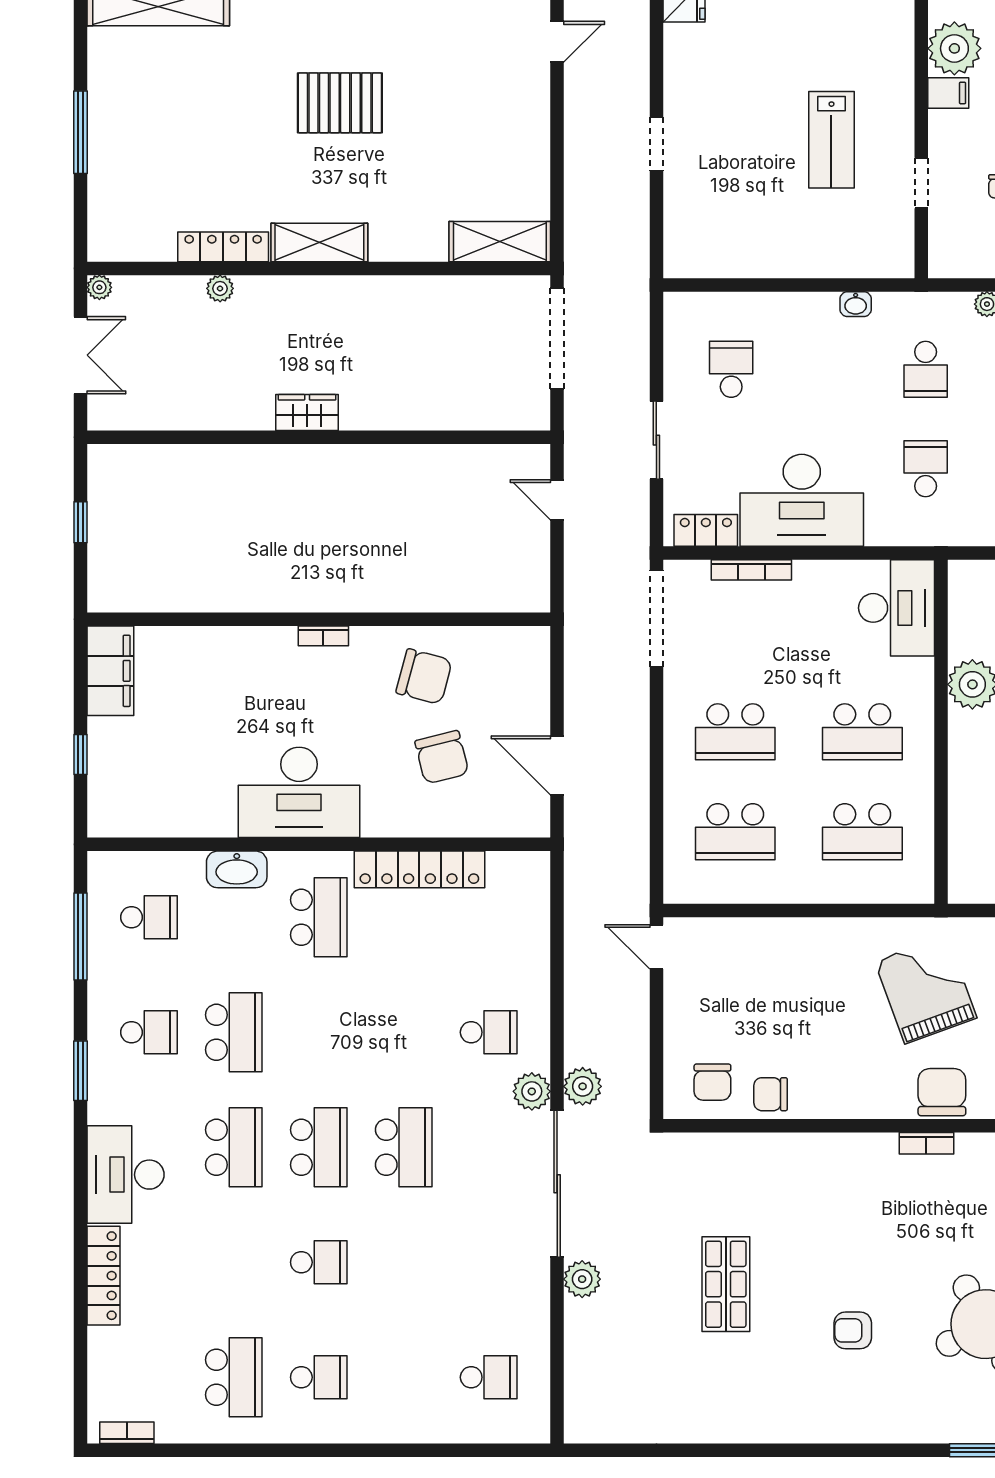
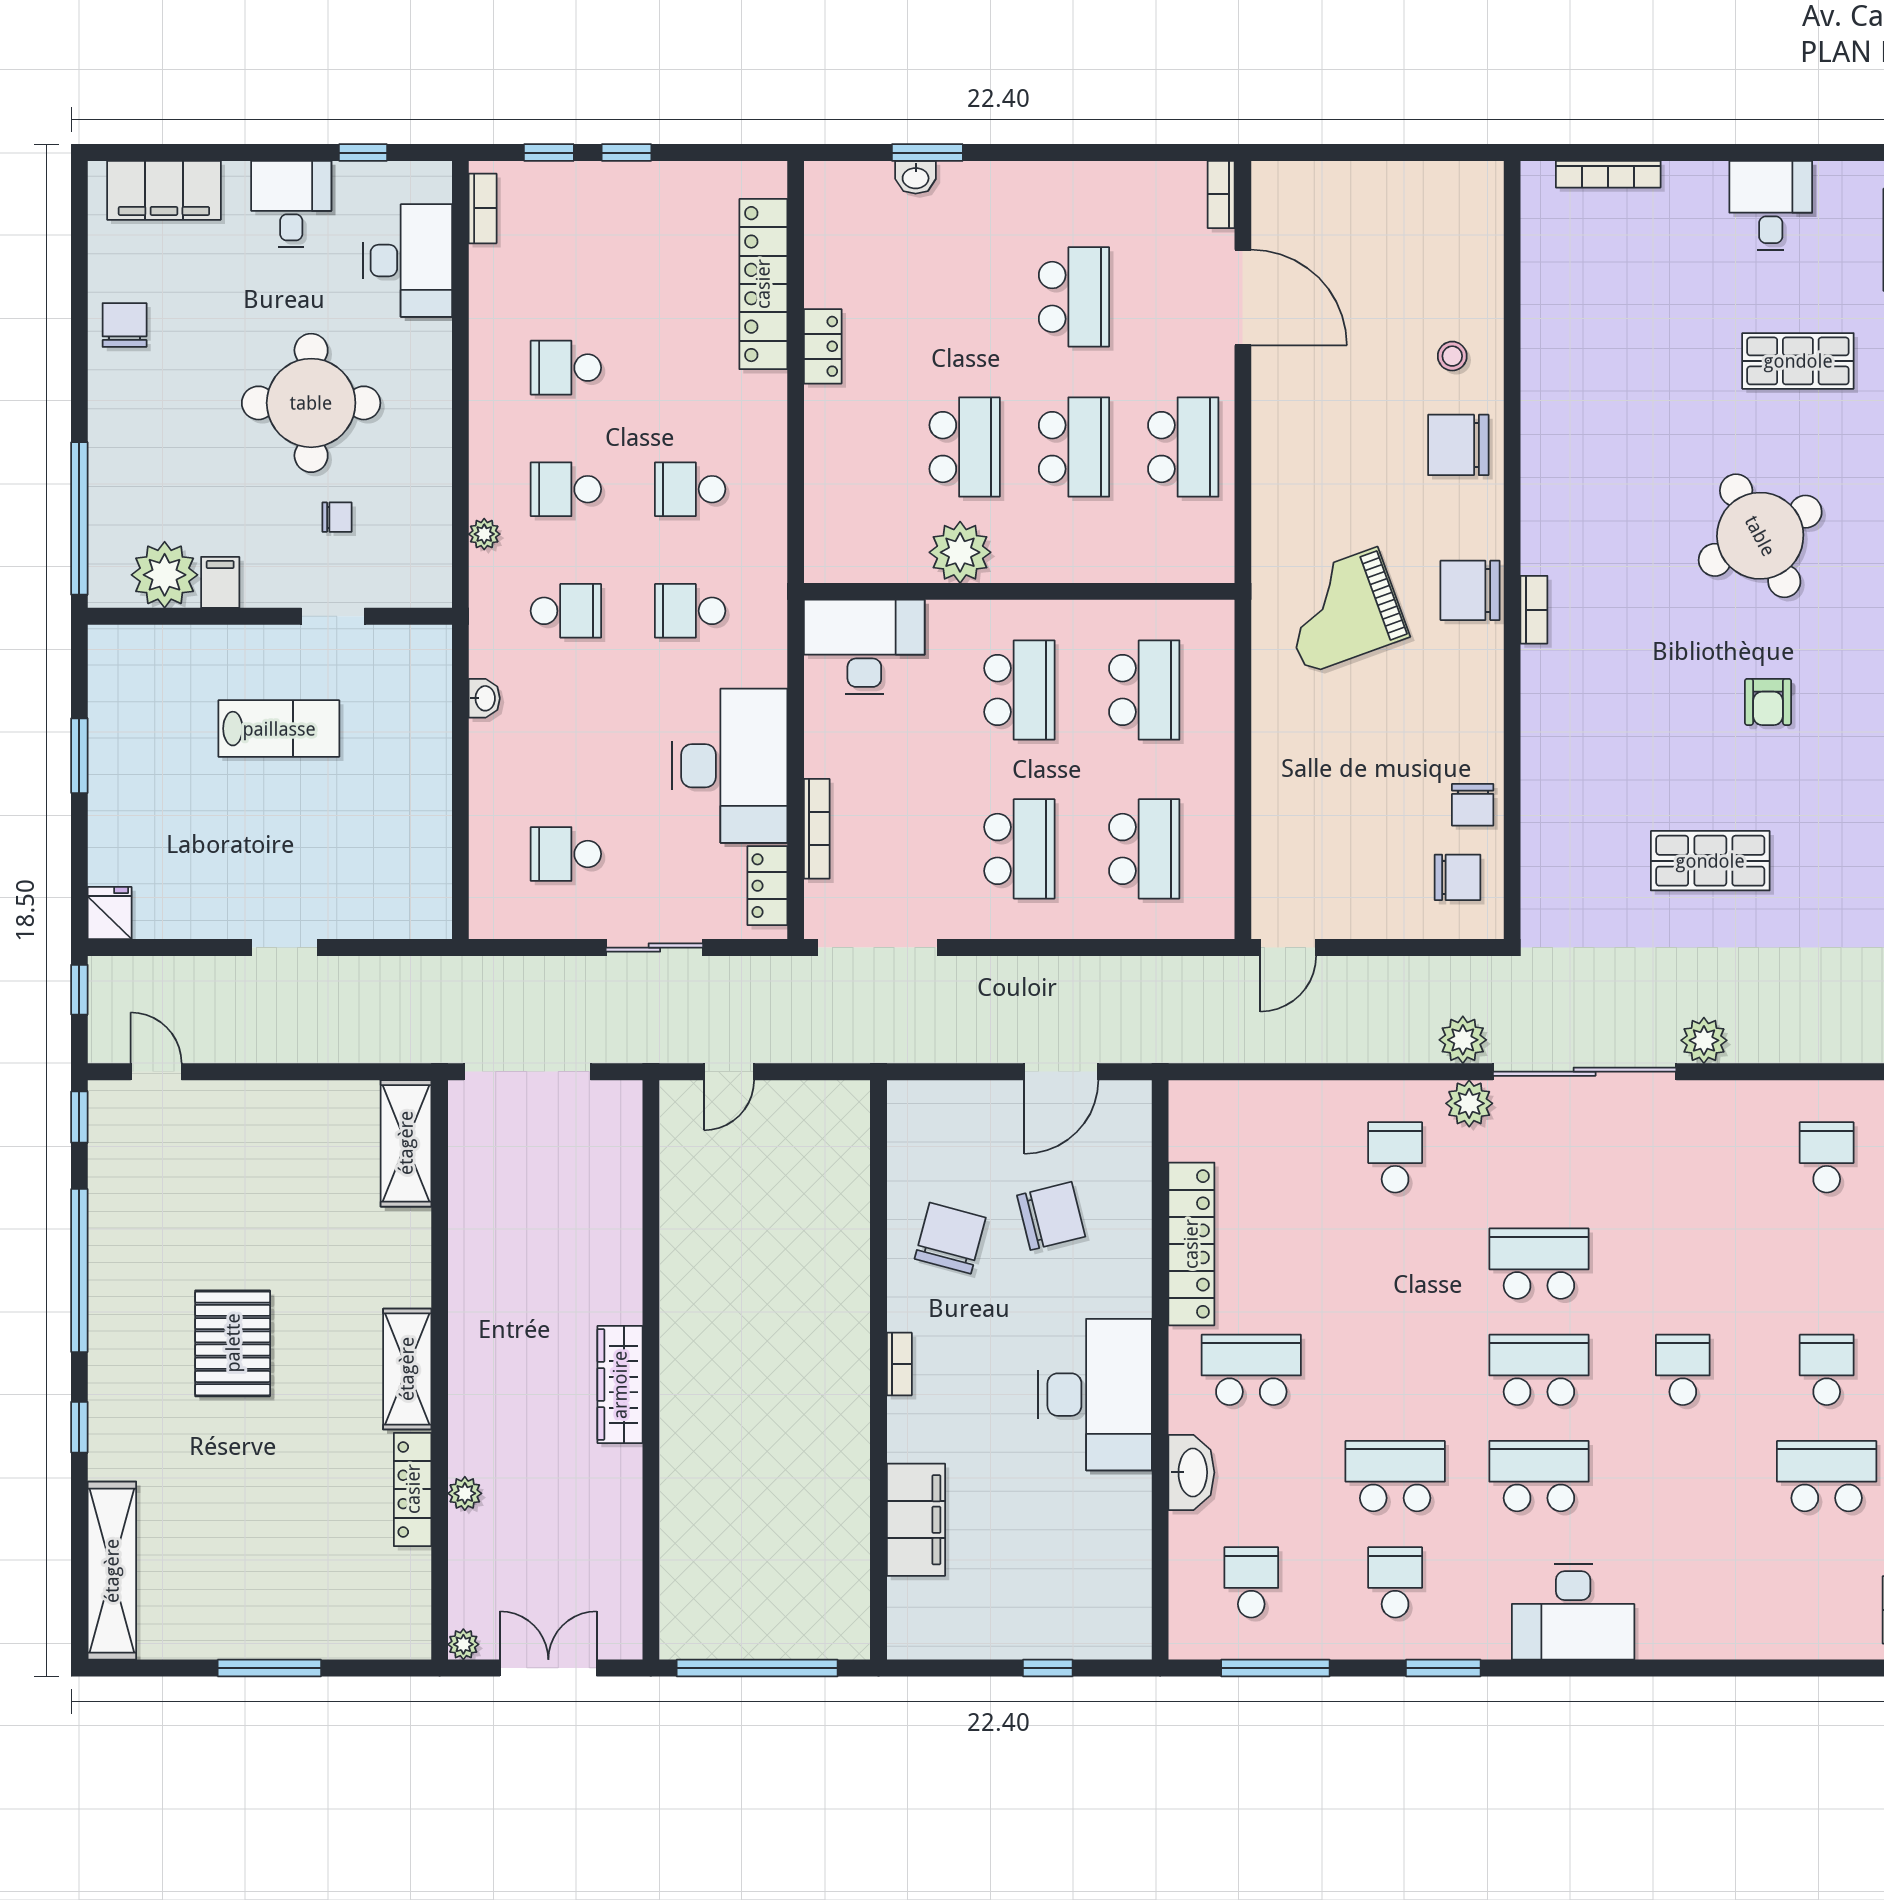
wardrobe: (307, 412) -> (620, 1385), width x1.50
window: (80, 522) -> (757, 1668), width x3.17
filing cabinet: (110, 671) -> (916, 1520), moved, turned 90
locker: (103, 1276) -> (1700, 1639), removed

